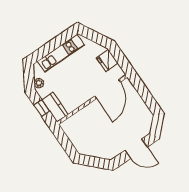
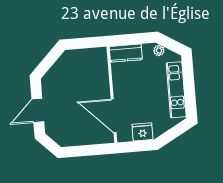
window: (42, 108) -> (132, 39), removed

